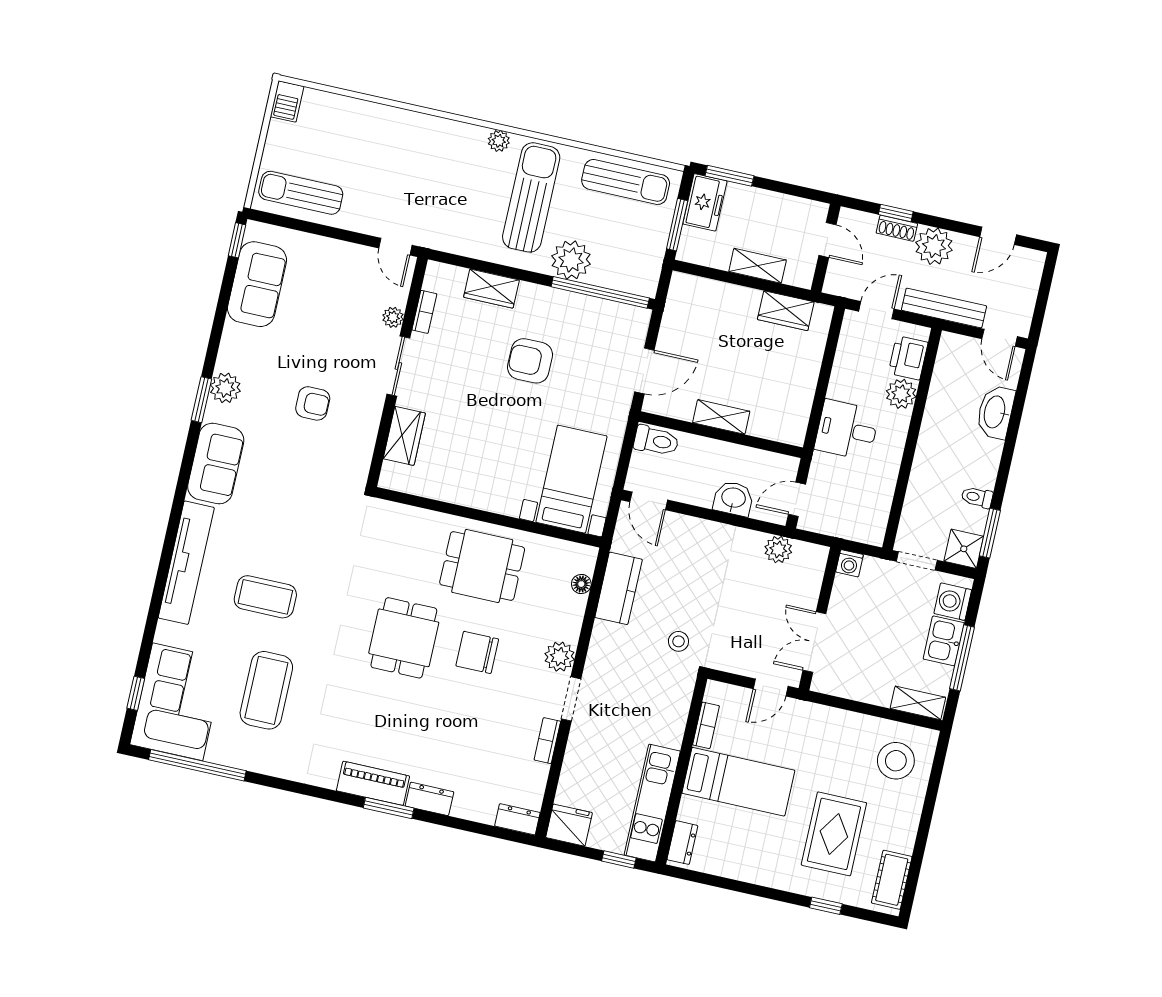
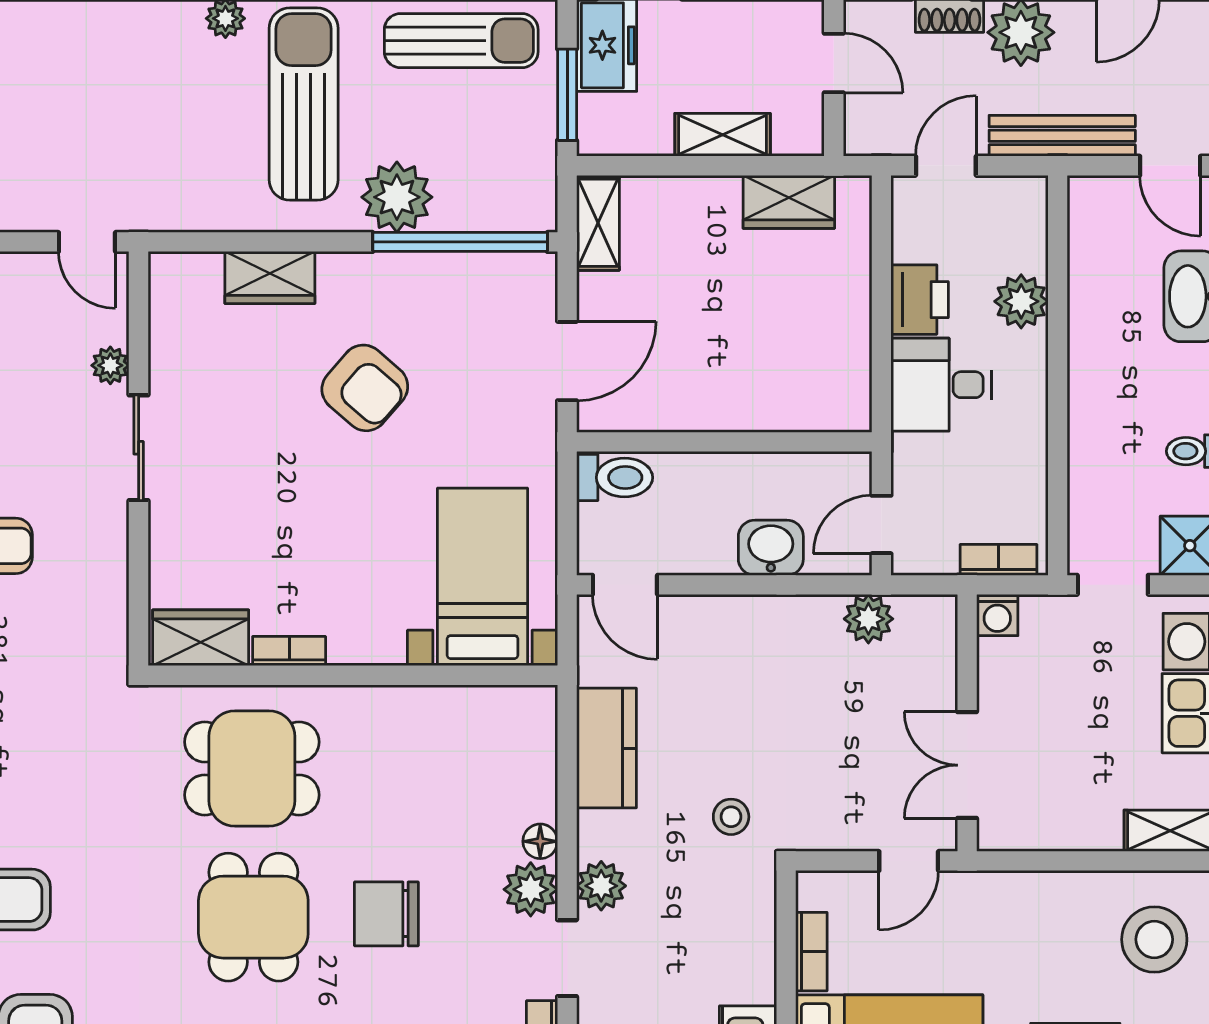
bookcase: (424, 312) -> (289, 651), moved, turned -90
printer: (908, 358) -> (920, 300), moved, turned 180
armchair: (530, 361) -> (365, 388), turned -139
shelving: (721, 417) -> (598, 223), moved, turned 90
wardrobe: (404, 436) -> (201, 638), moved, turned -90
bookcase: (857, 533) -> (998, 560), added
dining table: (482, 566) -> (252, 768), moved
floor lamp: (581, 584) -> (540, 841), moved
plant: (599, 663) -> (601, 886), added

